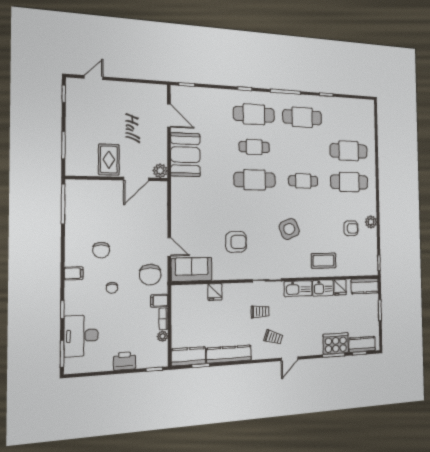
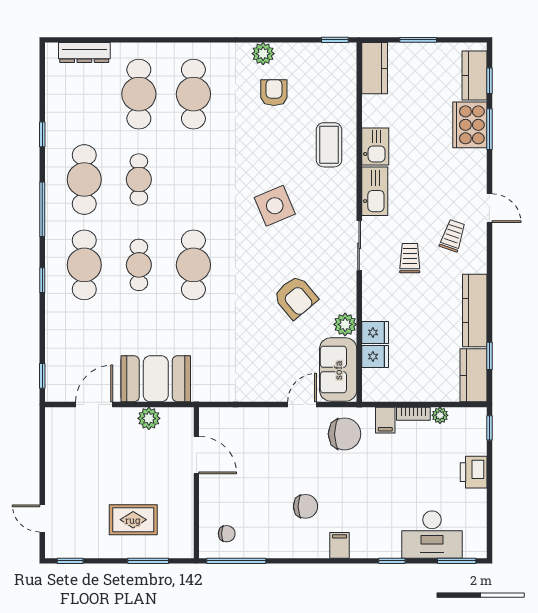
dresser: (369, 121) -> (84, 53), added
rug: (109, 160) -> (133, 520), moved
plant: (160, 171) -> (149, 418), moved
cafe table: (303, 181) -> (139, 179), moved
armchair: (236, 242) -> (295, 297), turned 140
plant: (220, 273) -> (345, 324), added
fridge: (340, 287) -> (375, 357), moved
chair: (112, 288) -> (227, 534), moved

